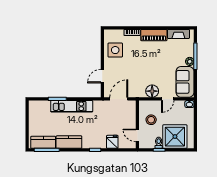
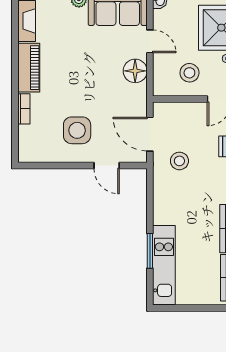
side table: (115, 50) -> (77, 130), moved
kitchen unit: (72, 106) -> (164, 265), moved
stool: (105, 114) -> (179, 161), added

